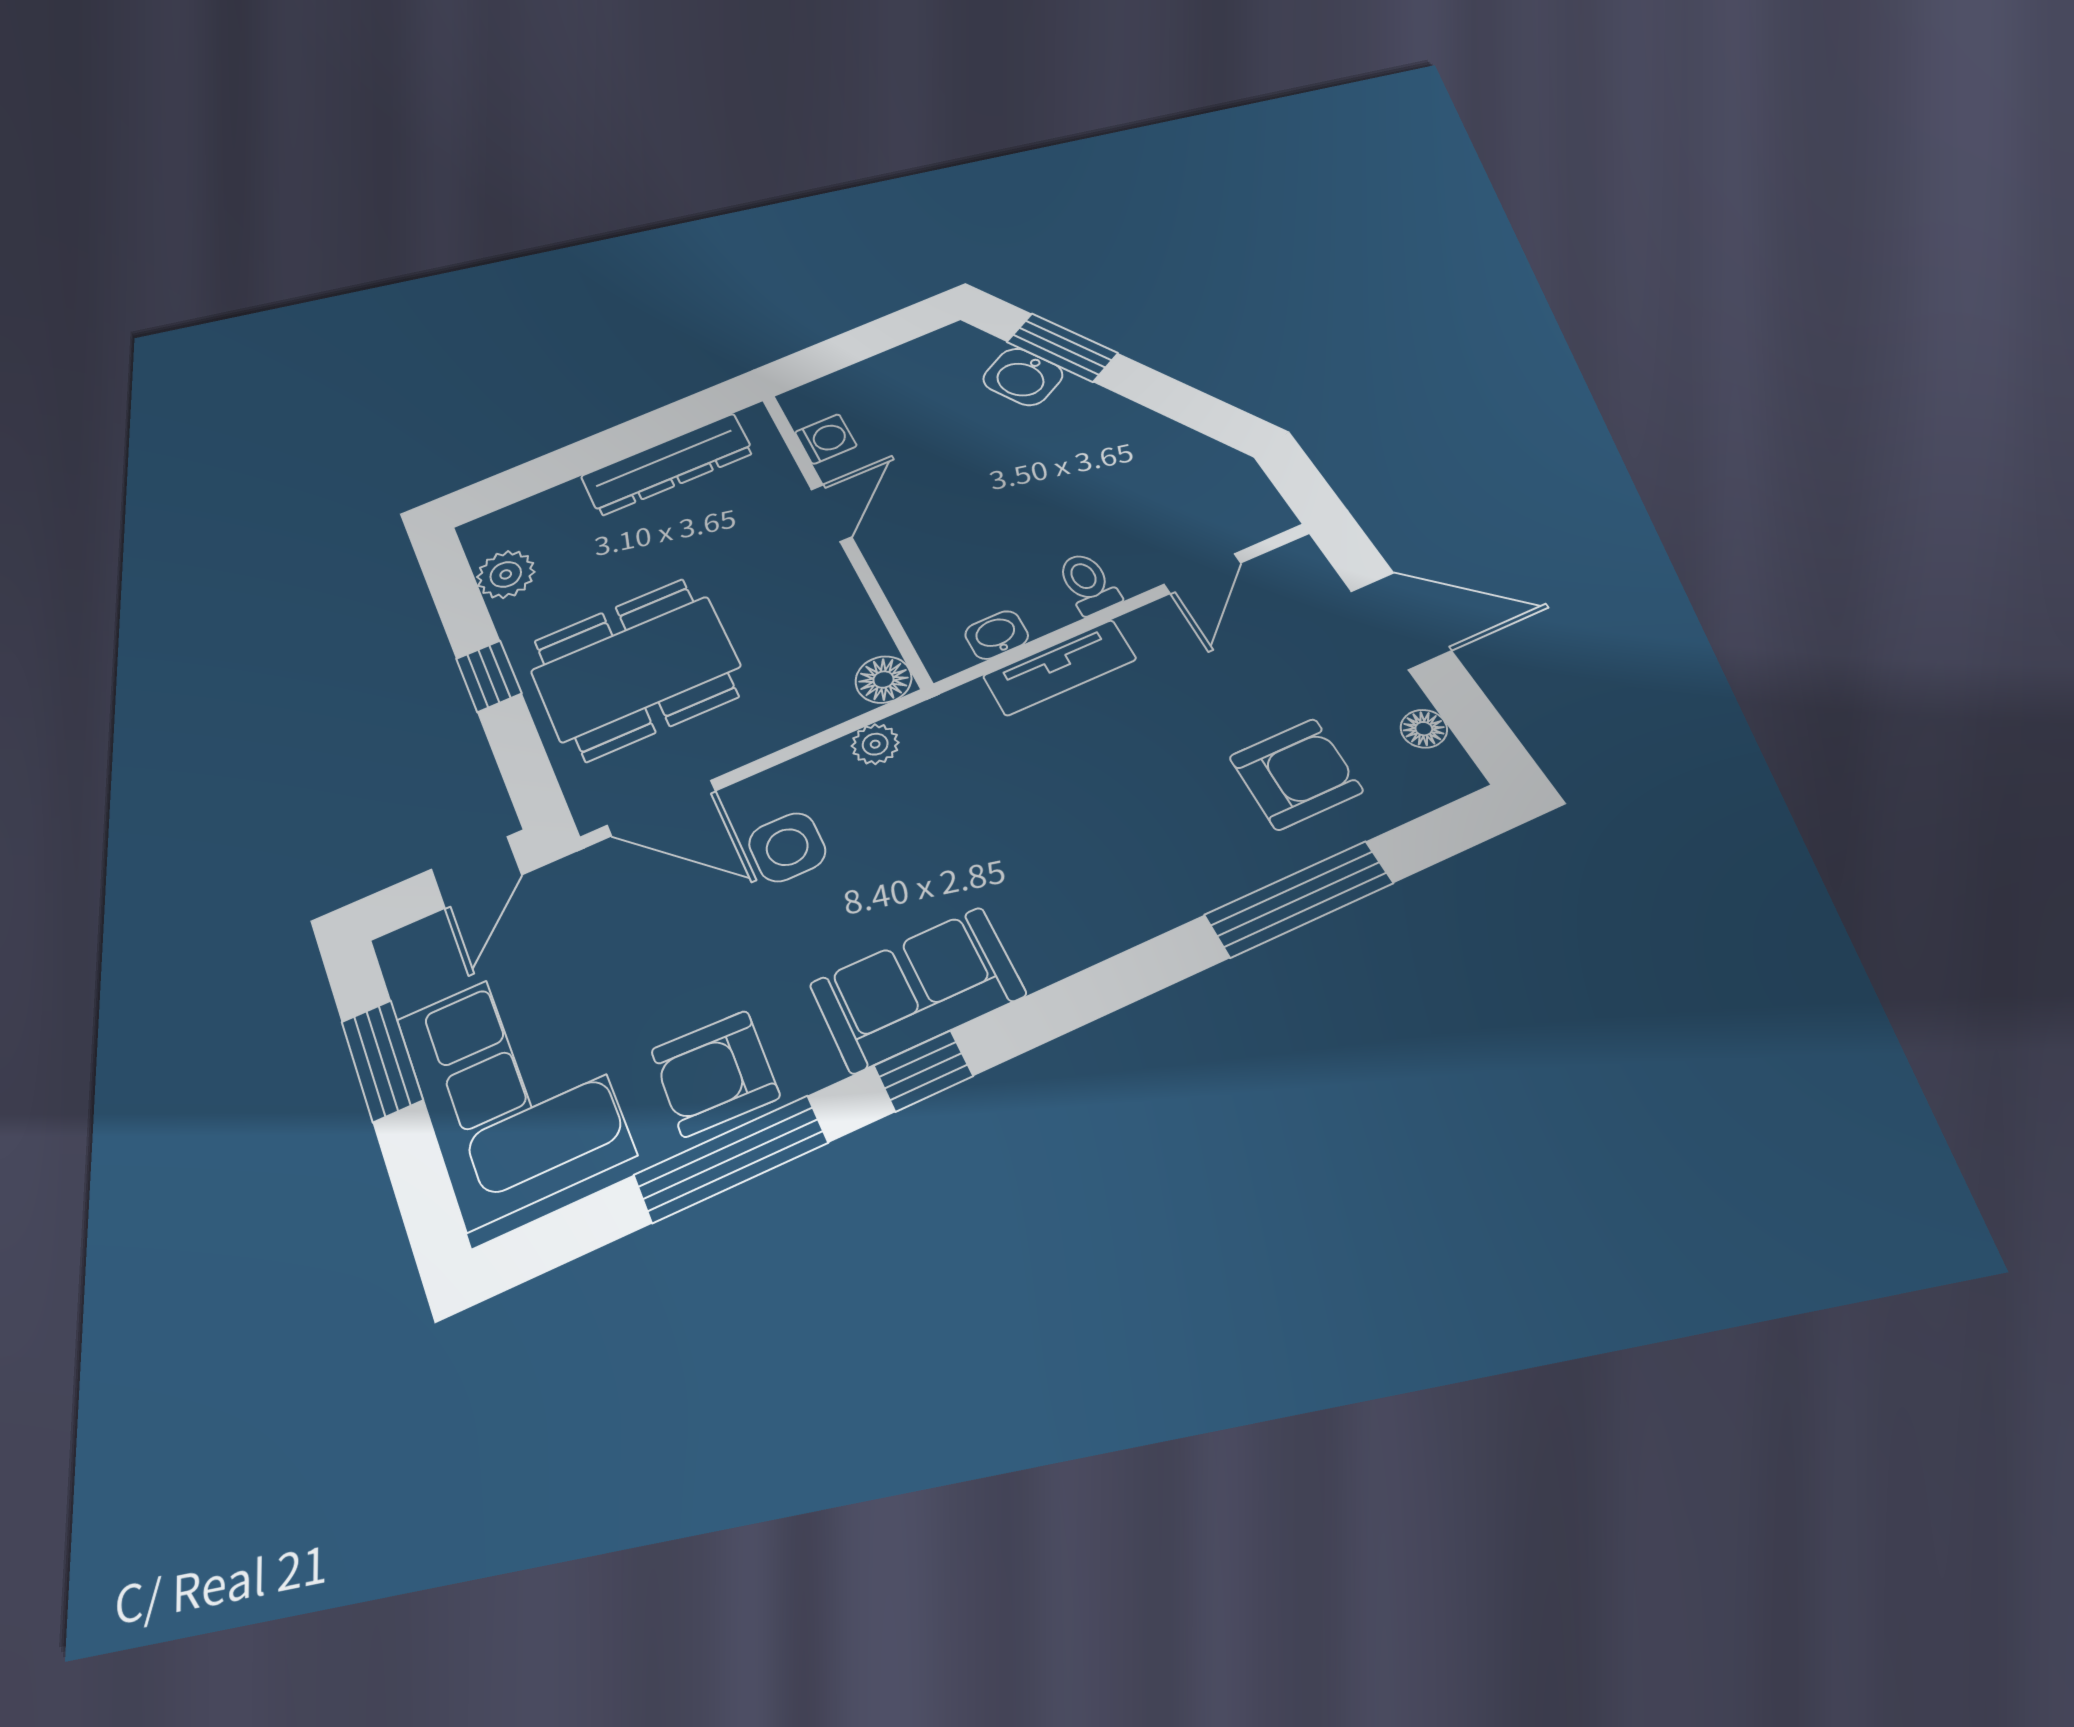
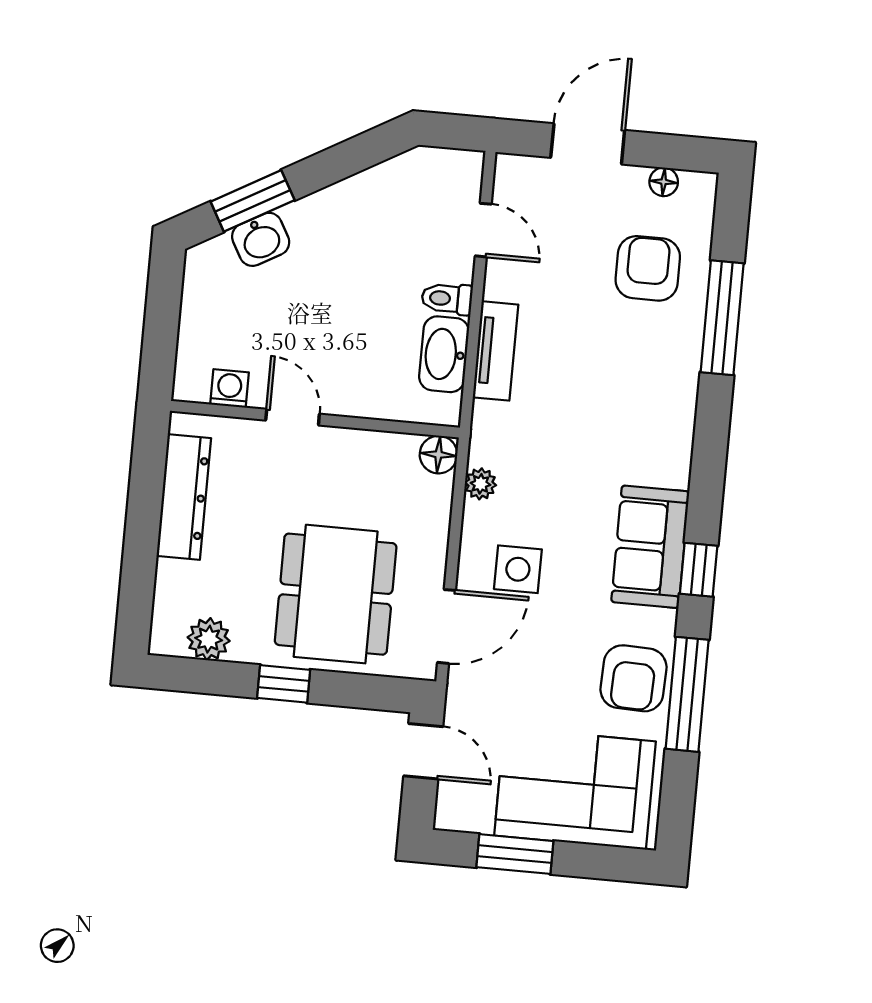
washbasin: (997, 635) -> (444, 354), width x1.91, depth x1.45

